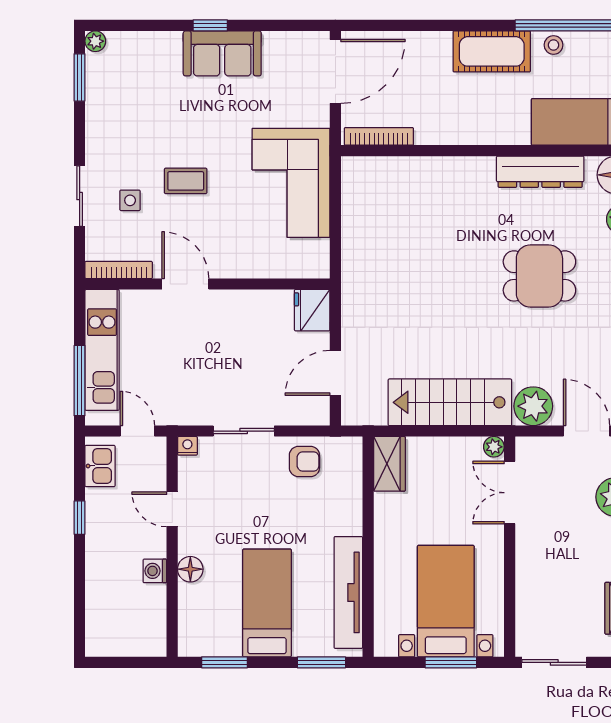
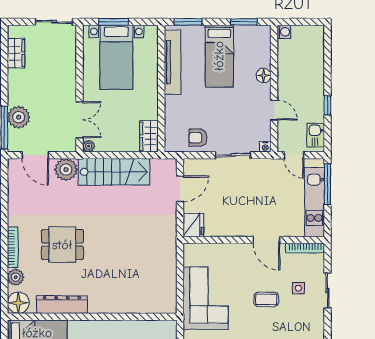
bookcase: (379, 136) -> (155, 325), removed
washing machine: (155, 571) -> (284, 32), moved

